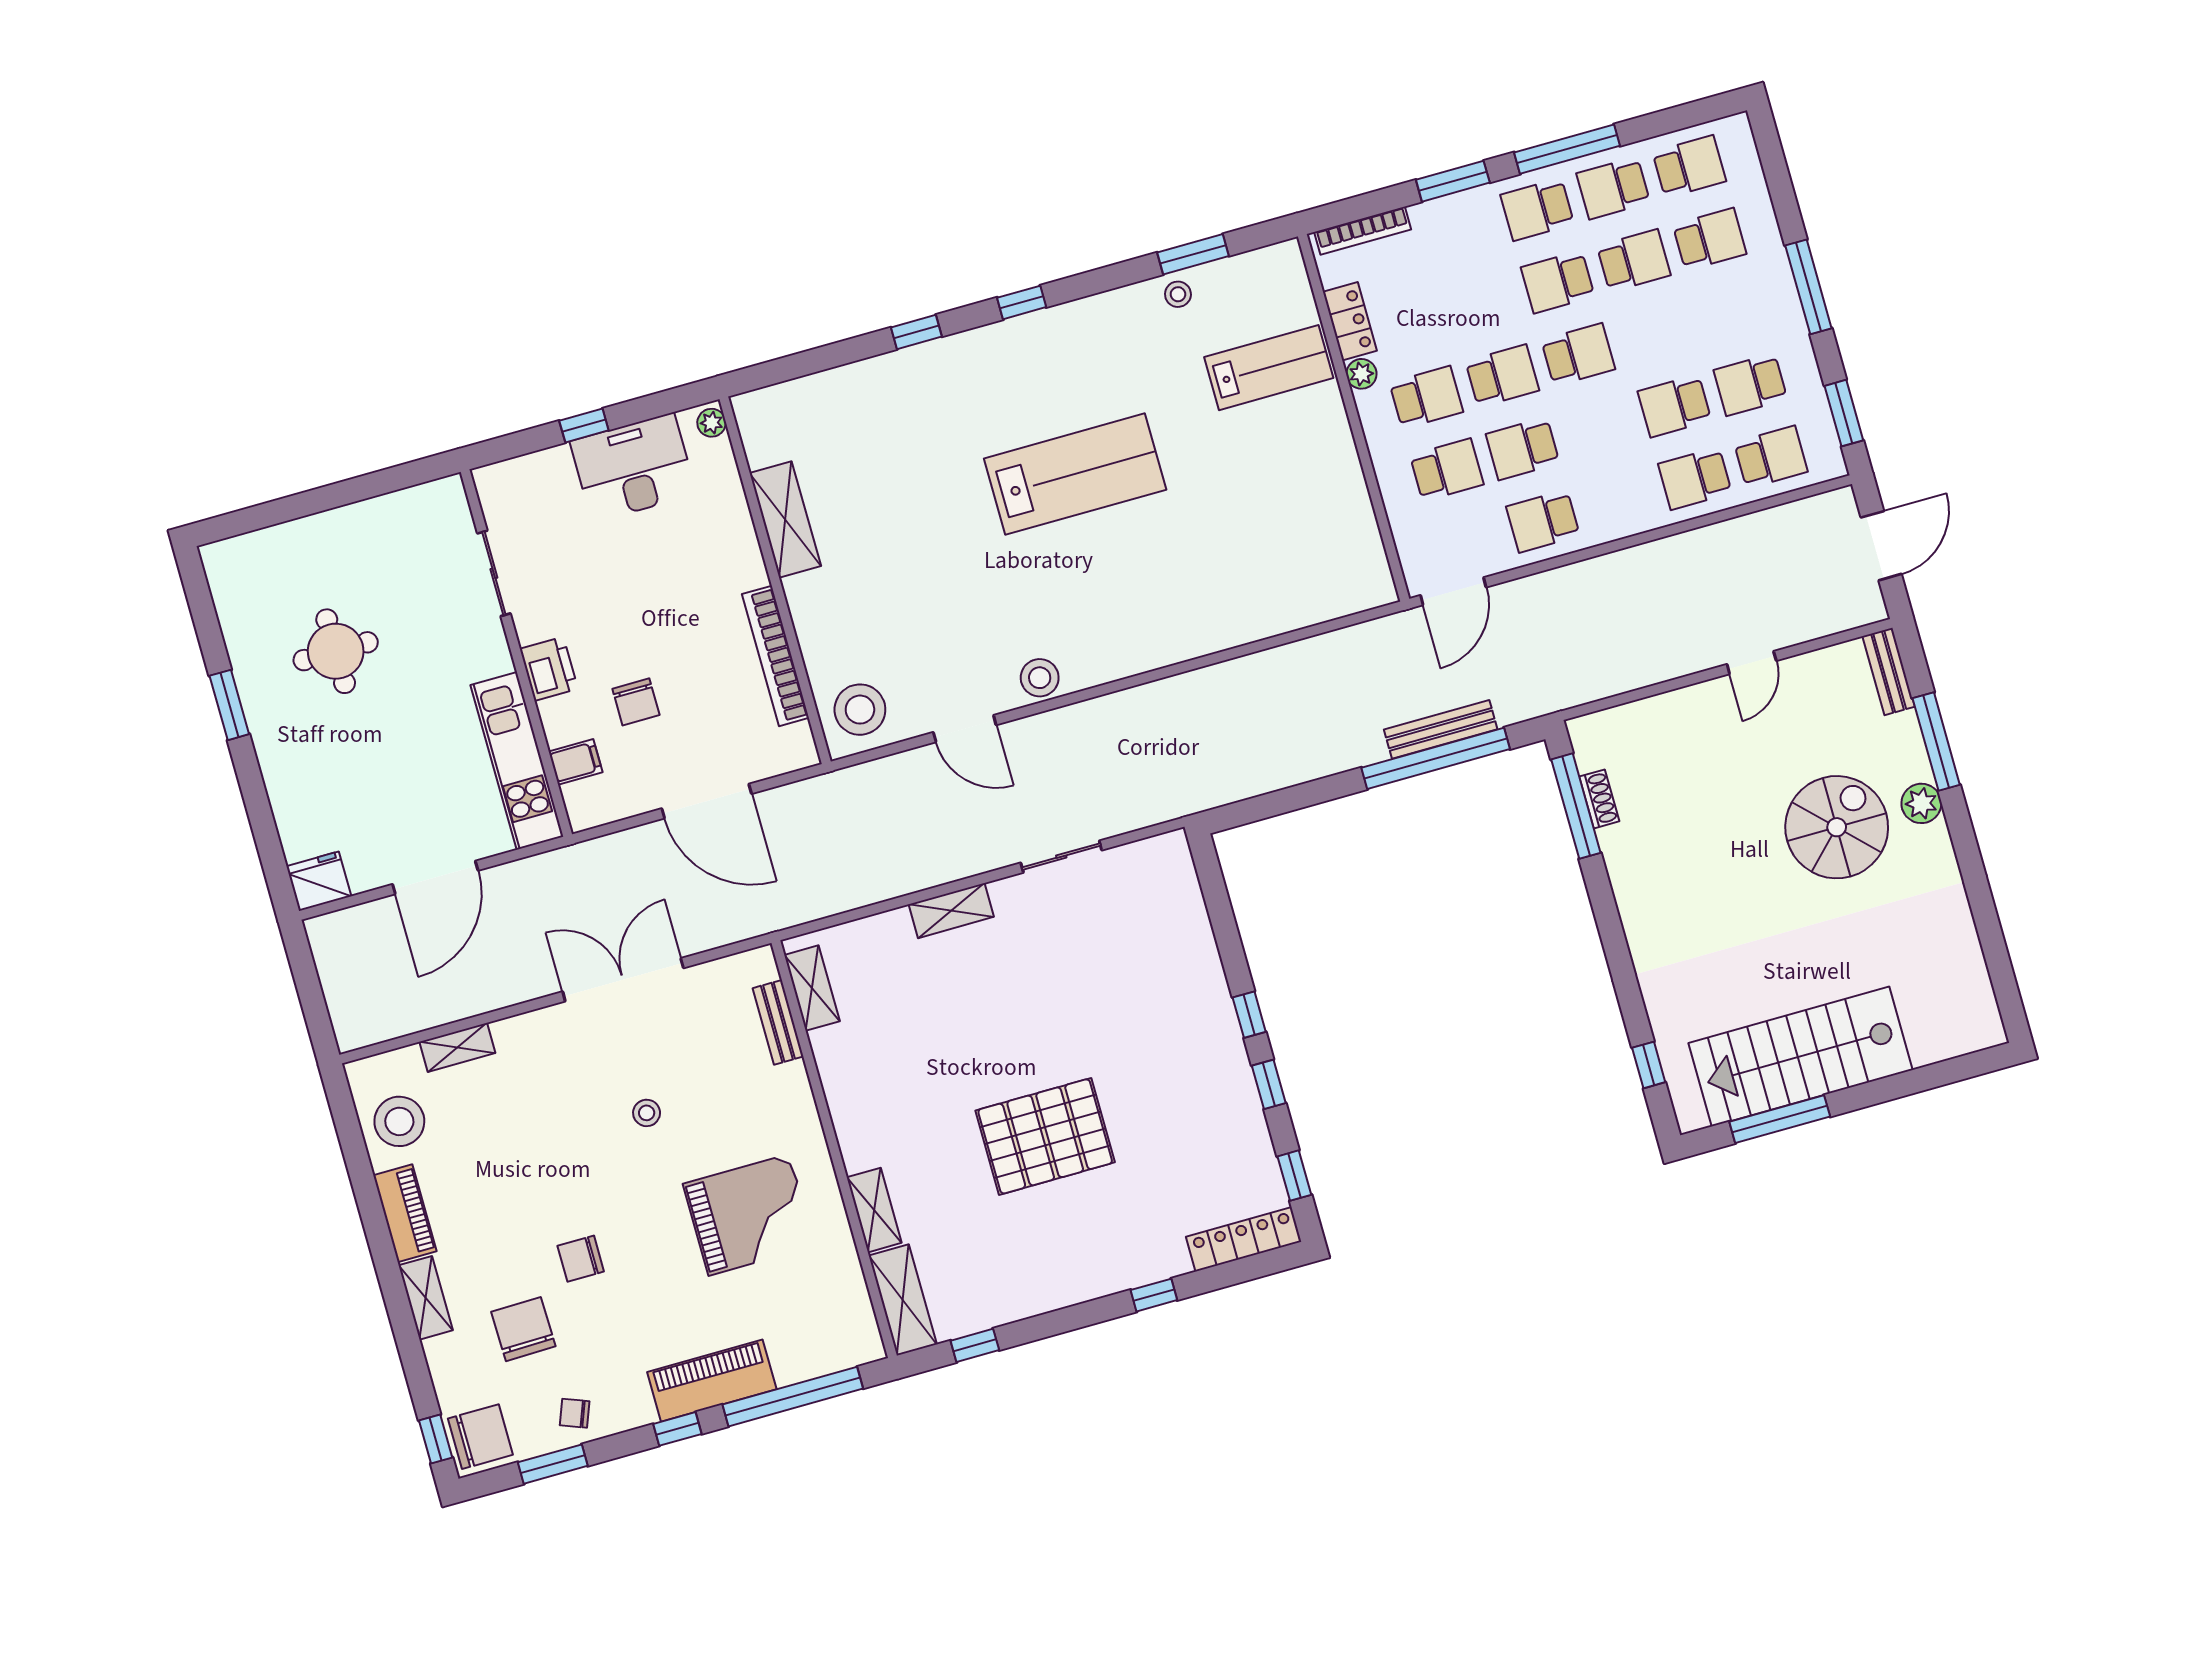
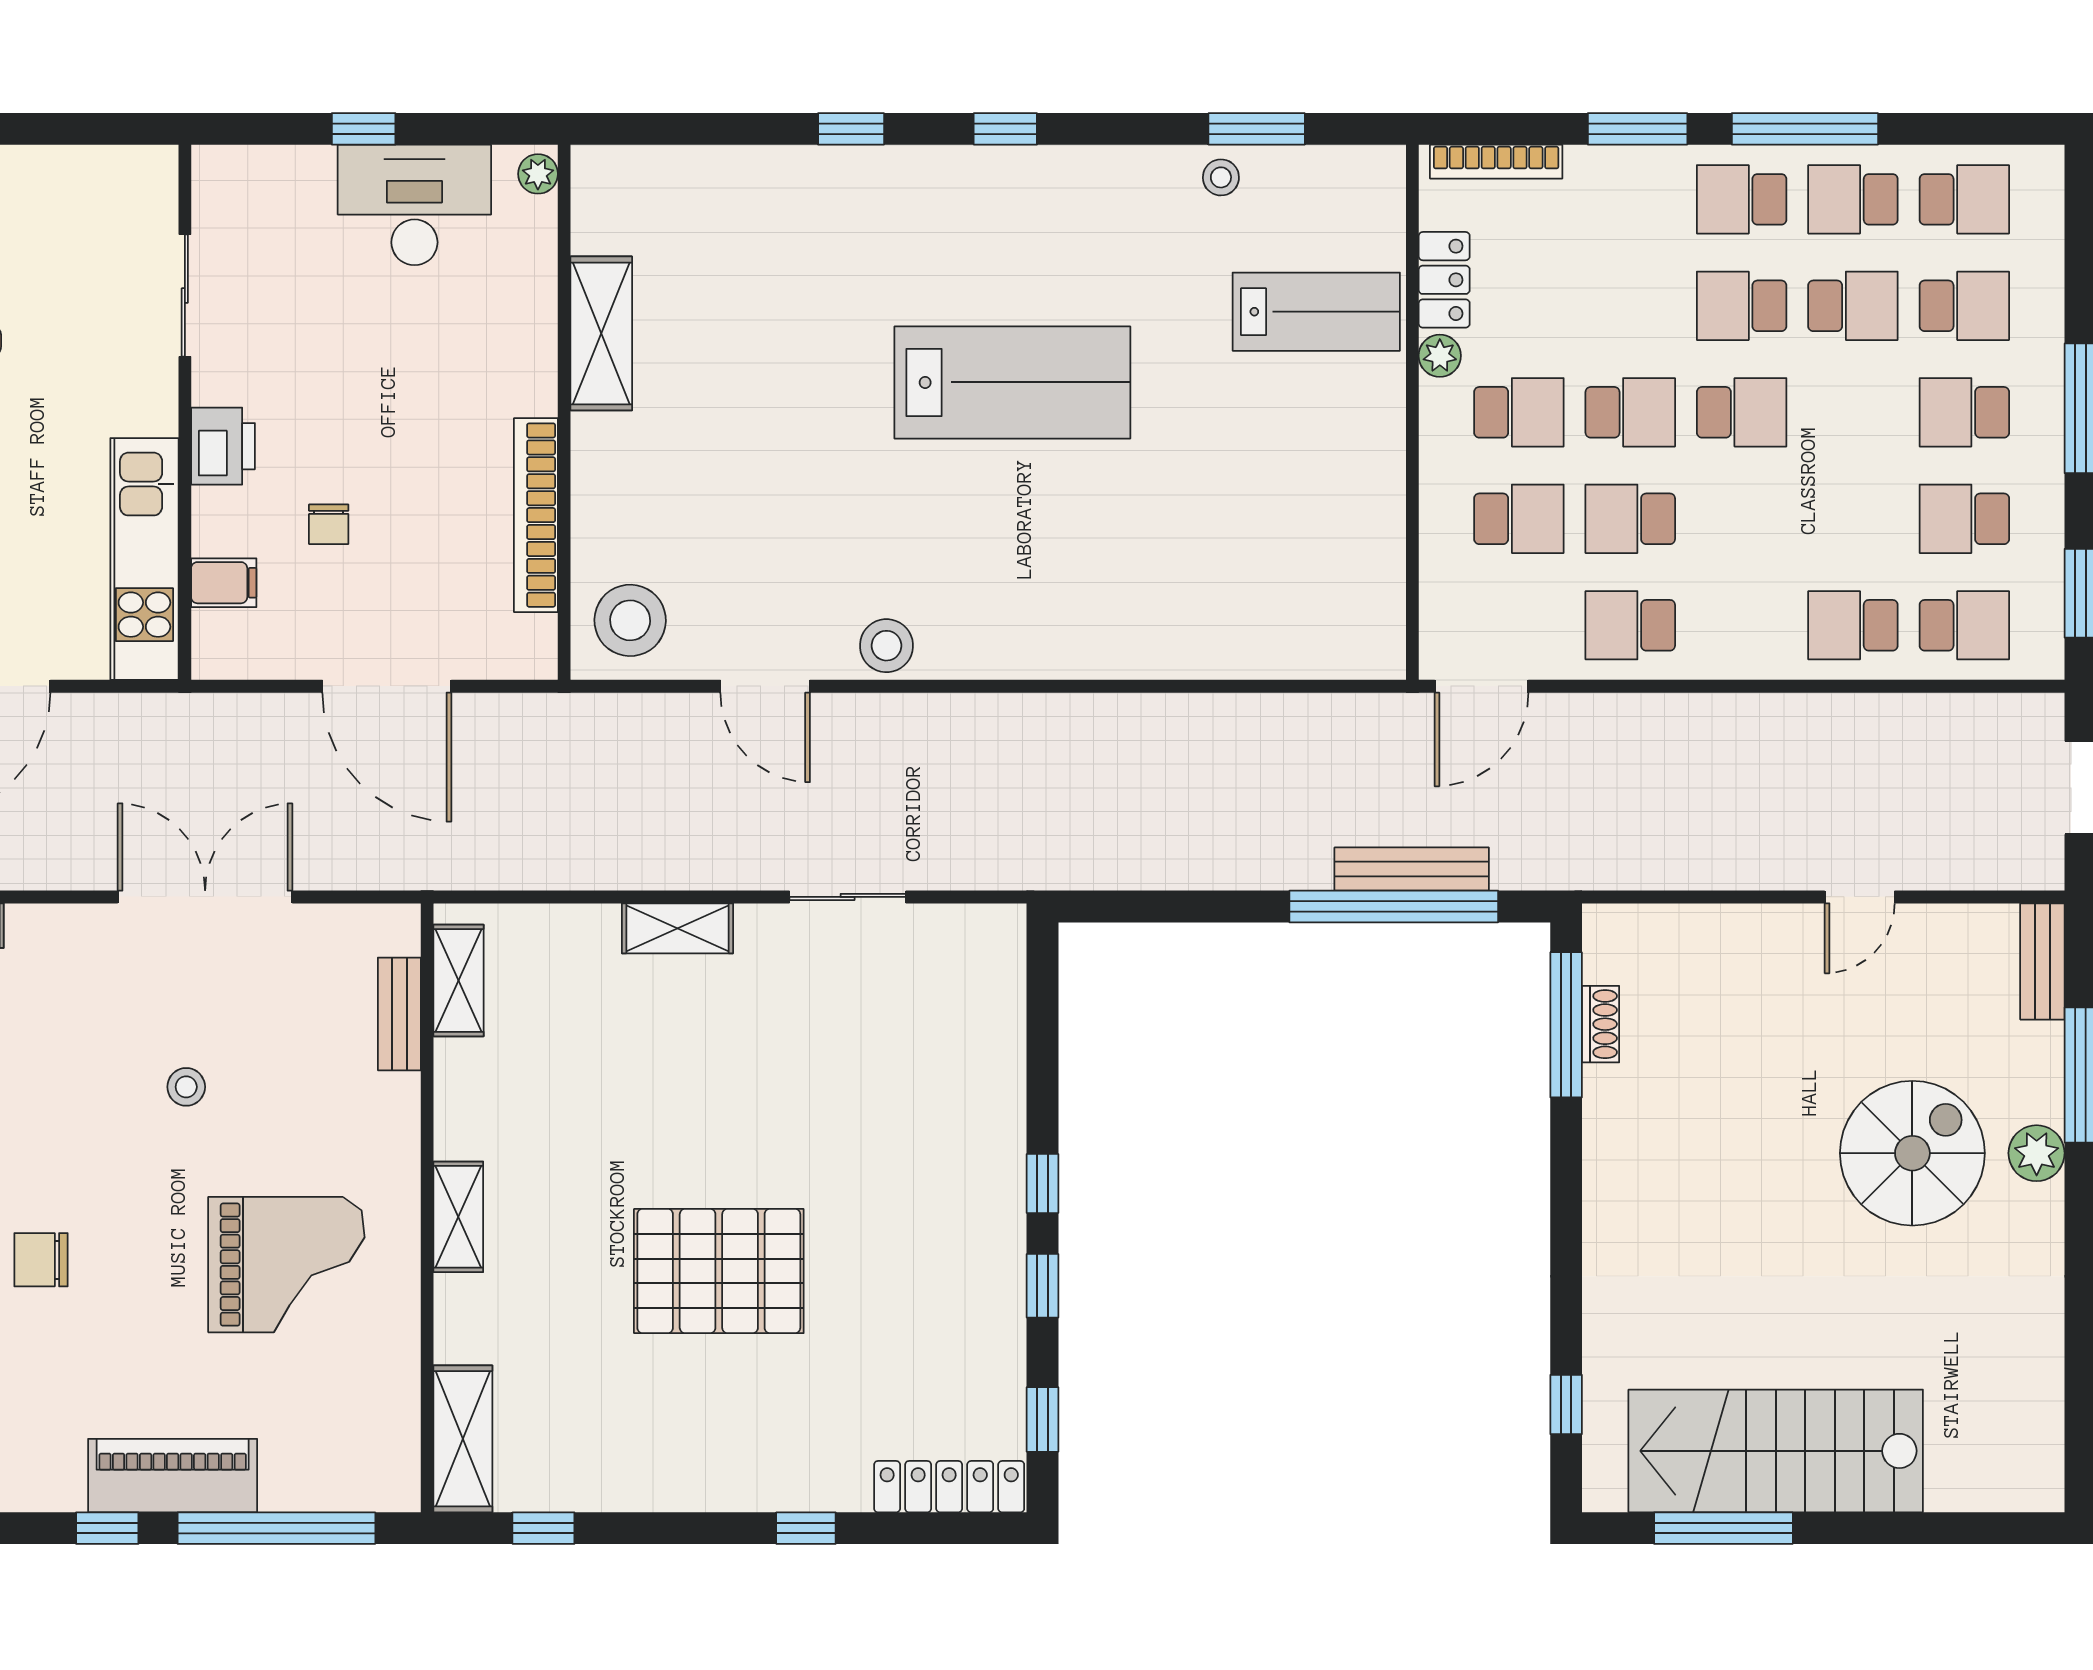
school desk: (1675, 406) -> (1964, 412), moved
chair: (636, 702) -> (329, 524), width x0.73, depth x0.73
shelving: (874, 1210) -> (458, 1217), moved

